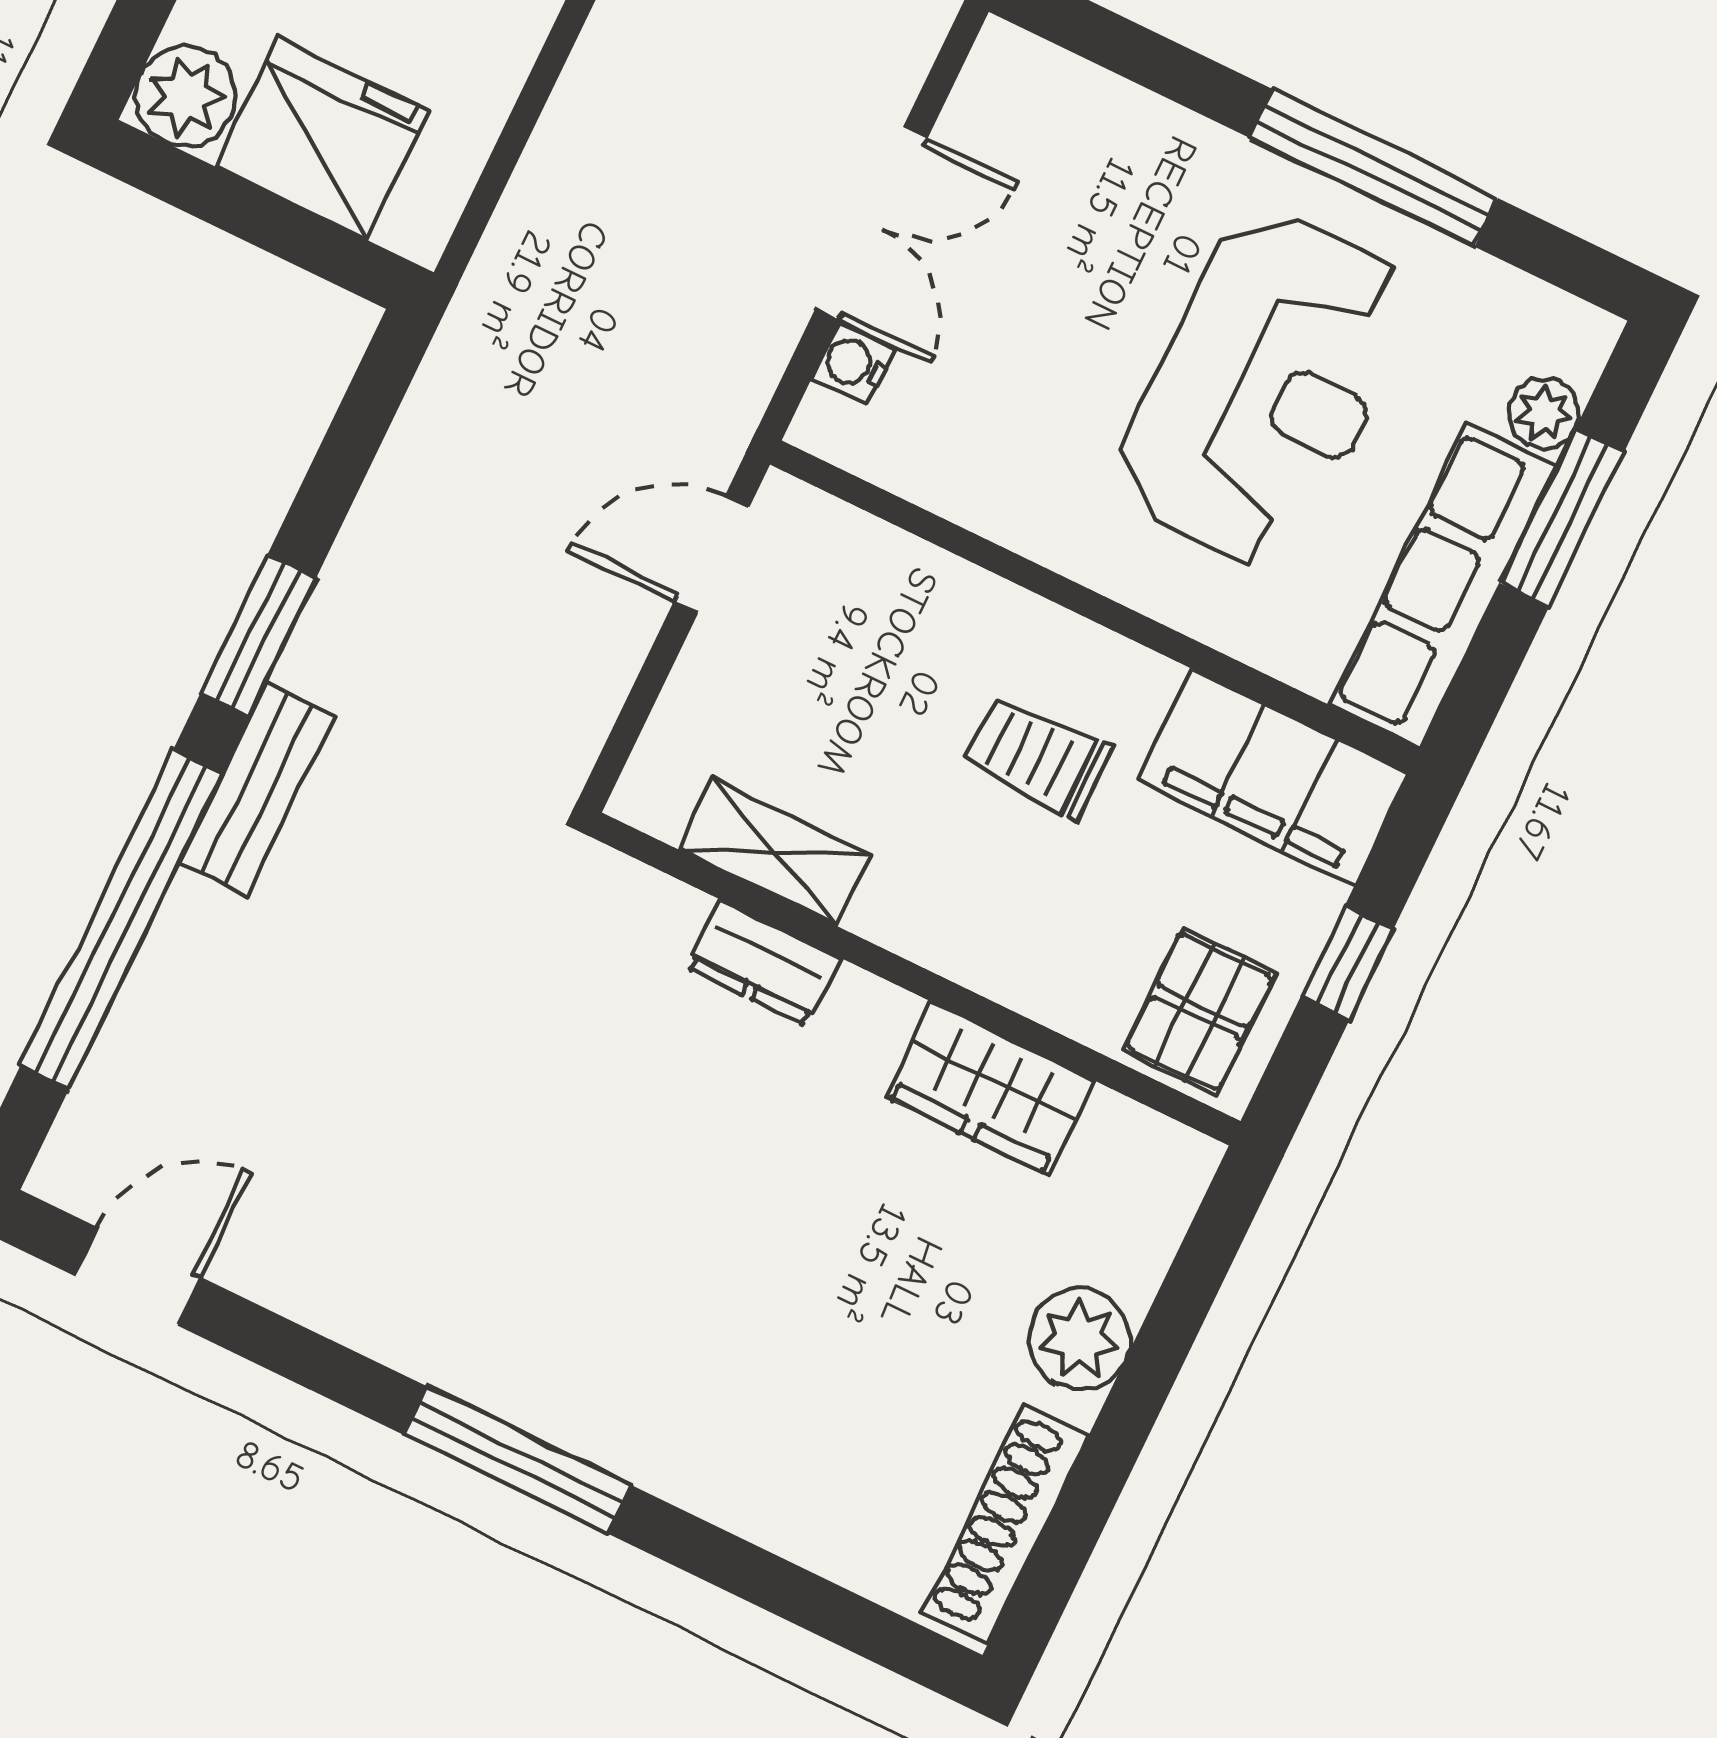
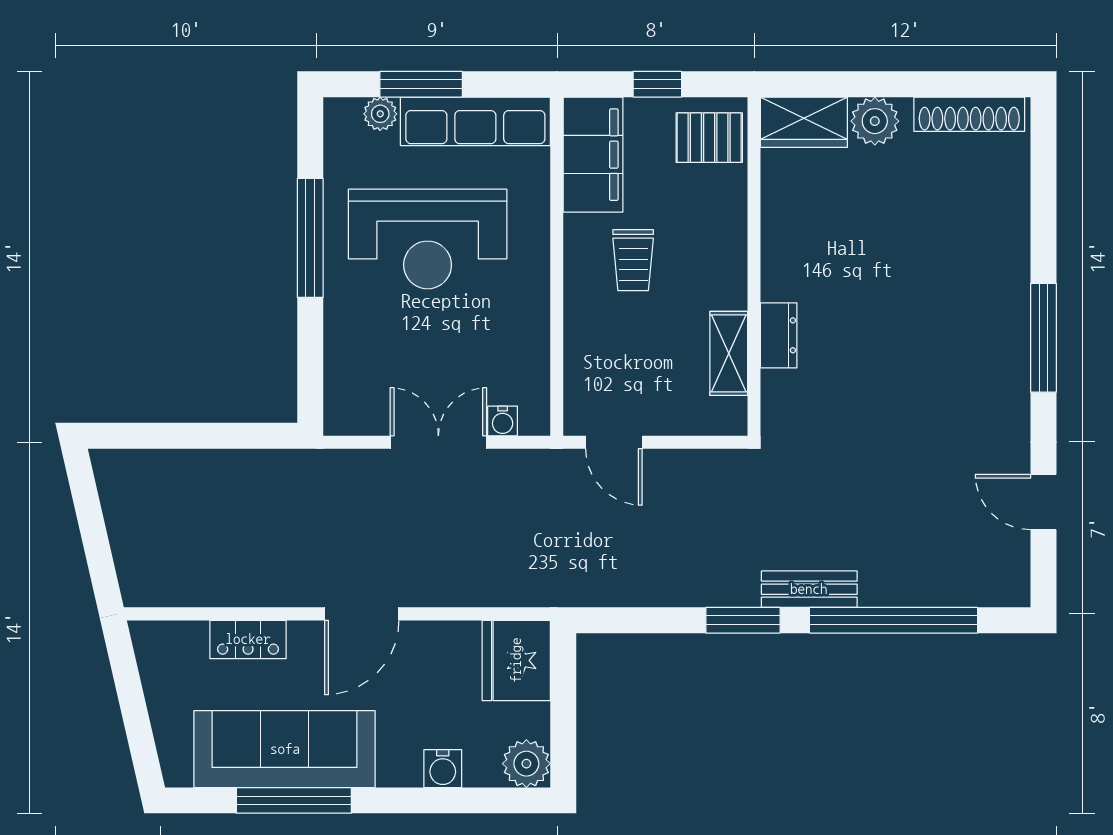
fridge: (322, 139) -> (516, 660), moved
reception desk: (1265, 388) -> (428, 239), turned 180
wardrobe: (990, 1089) -> (804, 122), moved, turned 90
door: (137, 1276) -> (1043, 502), moved

